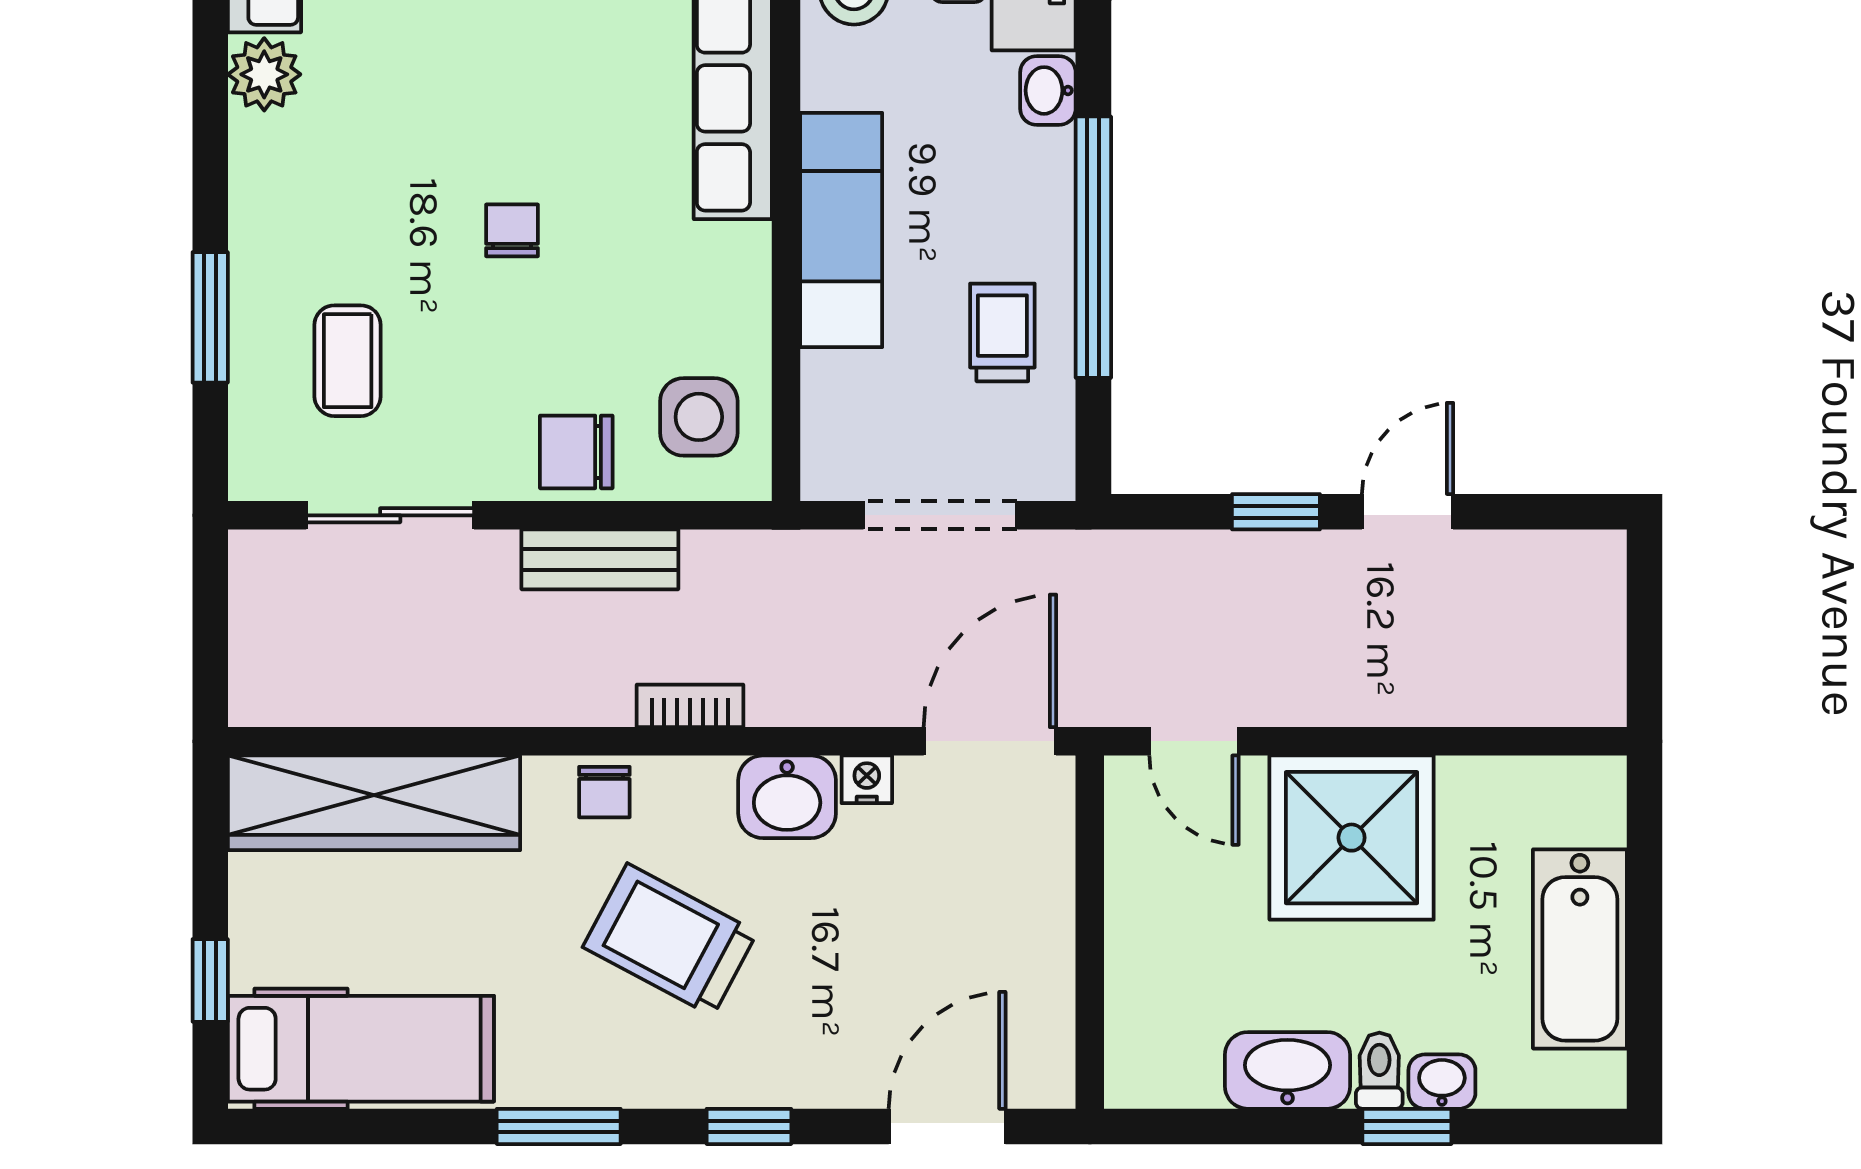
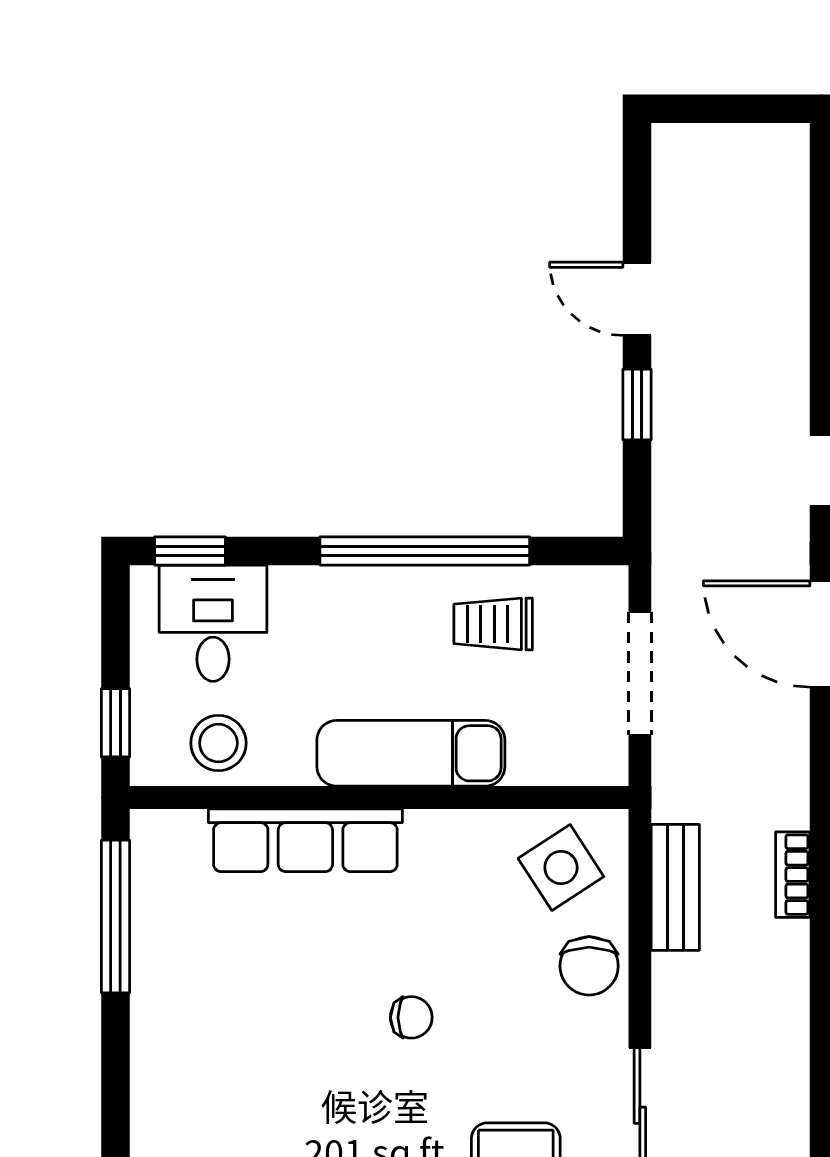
washbasin: (1048, 90) -> (299, 587), removed
chair: (512, 230) -> (411, 1017), turned 180
side table: (699, 417) -> (561, 867), turned -33
bench: (600, 559) -> (675, 887), moved

